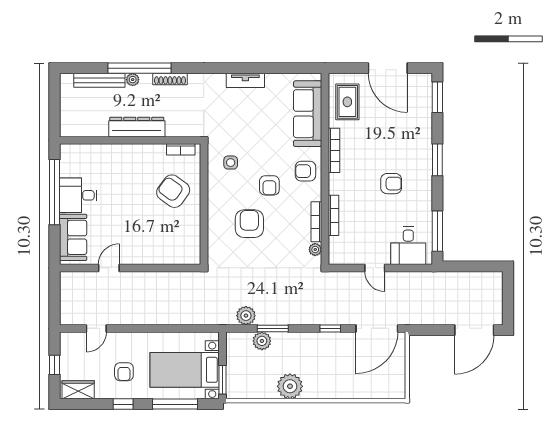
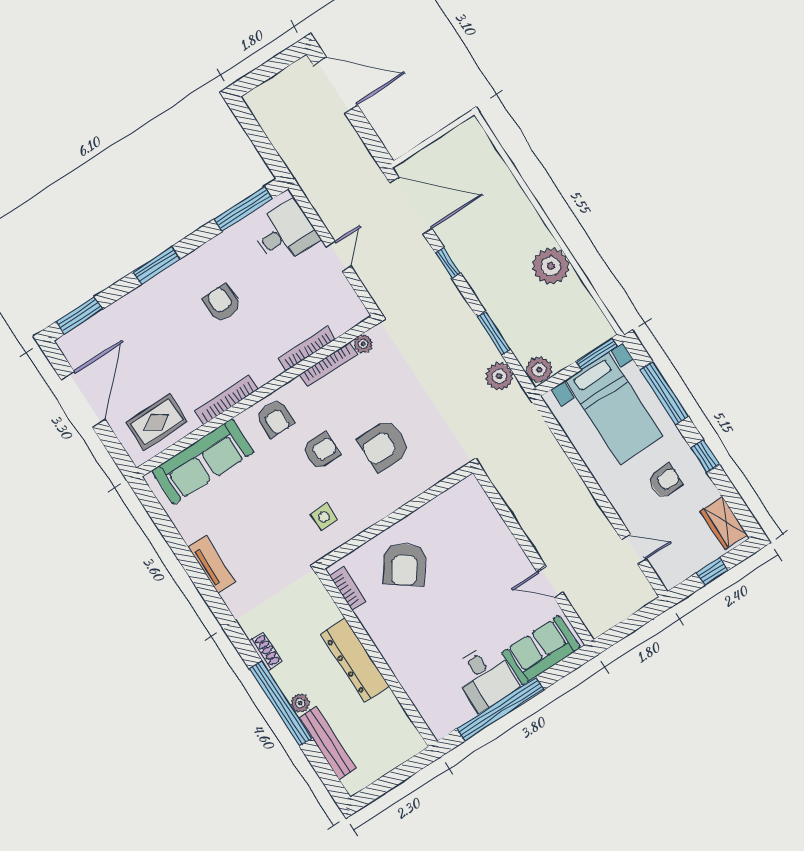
shoe rack: (170, 79) -> (266, 651), width x0.70
plant: (262, 341) -> (539, 370), moved

